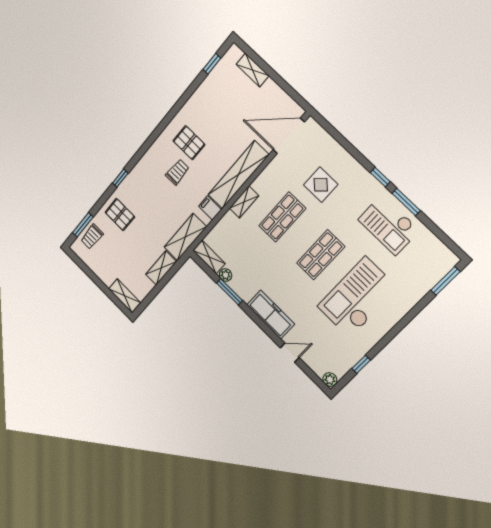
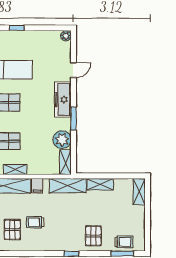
plant: (226, 275) -> (62, 140), width x1.87, depth x1.87
window: (230, 292) -> (74, 119), moved
door: (290, 353) -> (74, 70), swing flipped
window: (361, 364) -> (17, 28), moved

